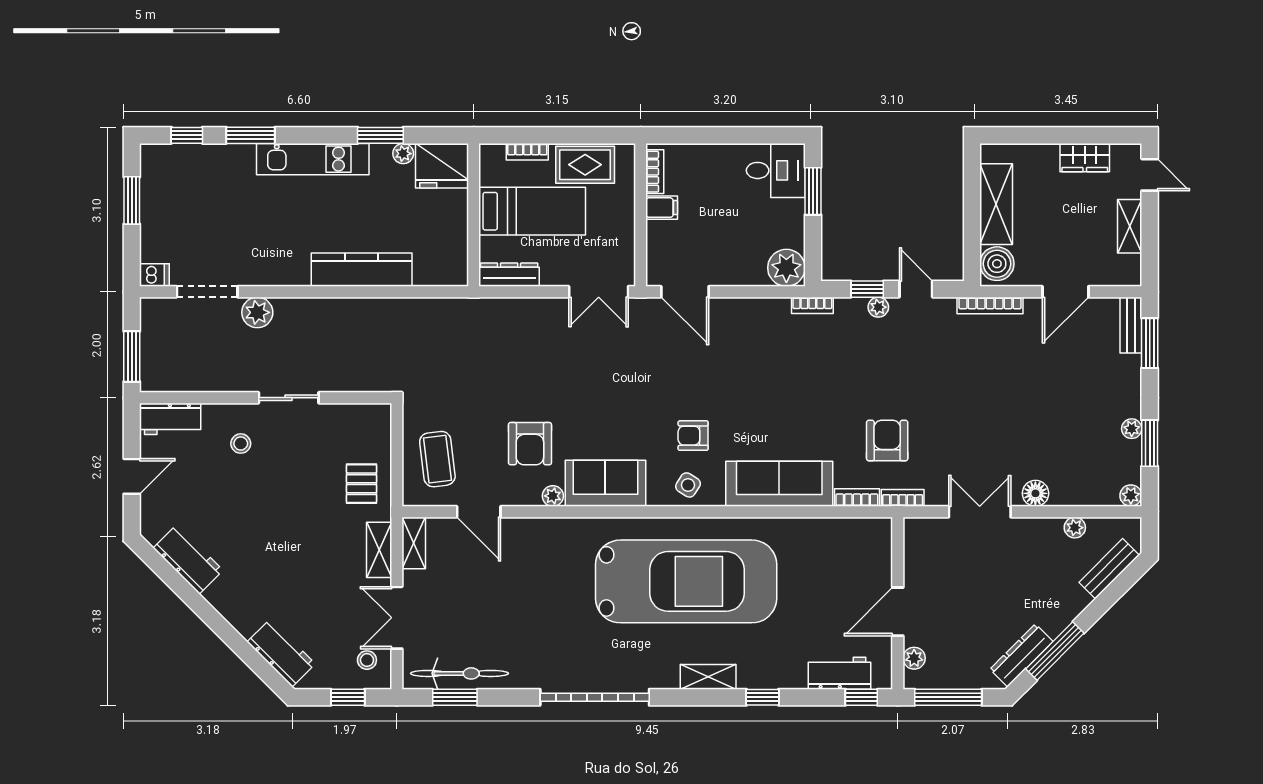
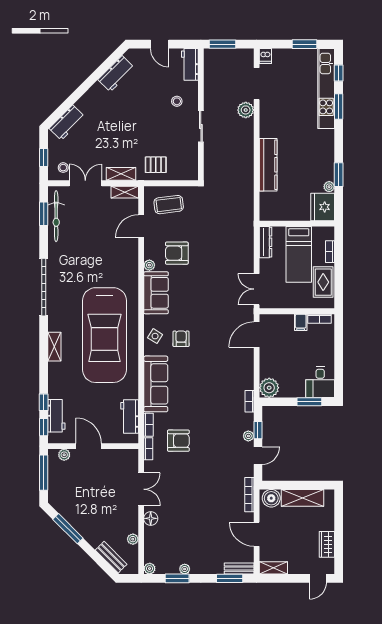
kitchen unit: (313, 159) -> (326, 88), moved, width x1.36
shelving: (1130, 226) -> (273, 568), moved
workbench: (841, 534) -> (130, 416), added
dresser: (1021, 655) -> (66, 511), removed
window: (762, 697) -> (44, 402), moved

